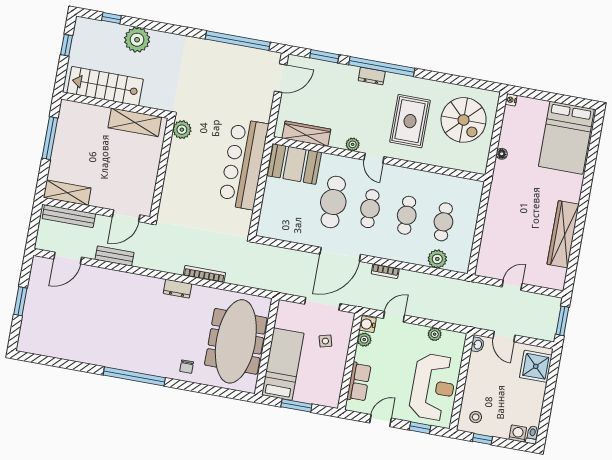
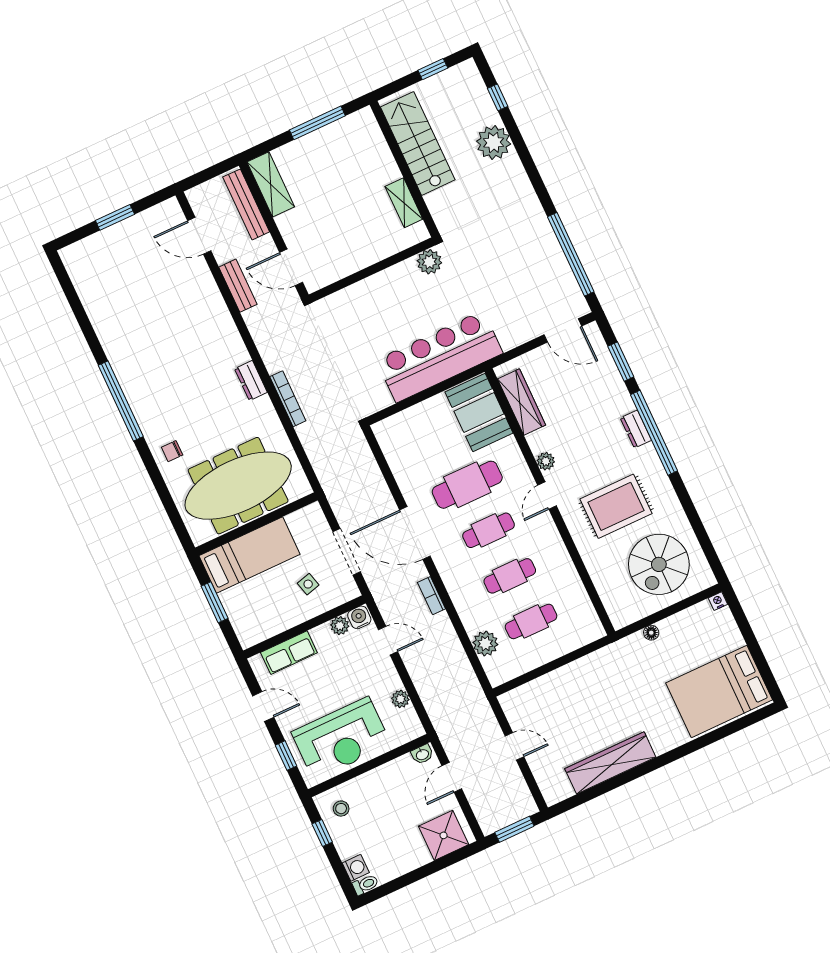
shelving: (135, 122) -> (404, 203), width x0.67, depth x0.75

